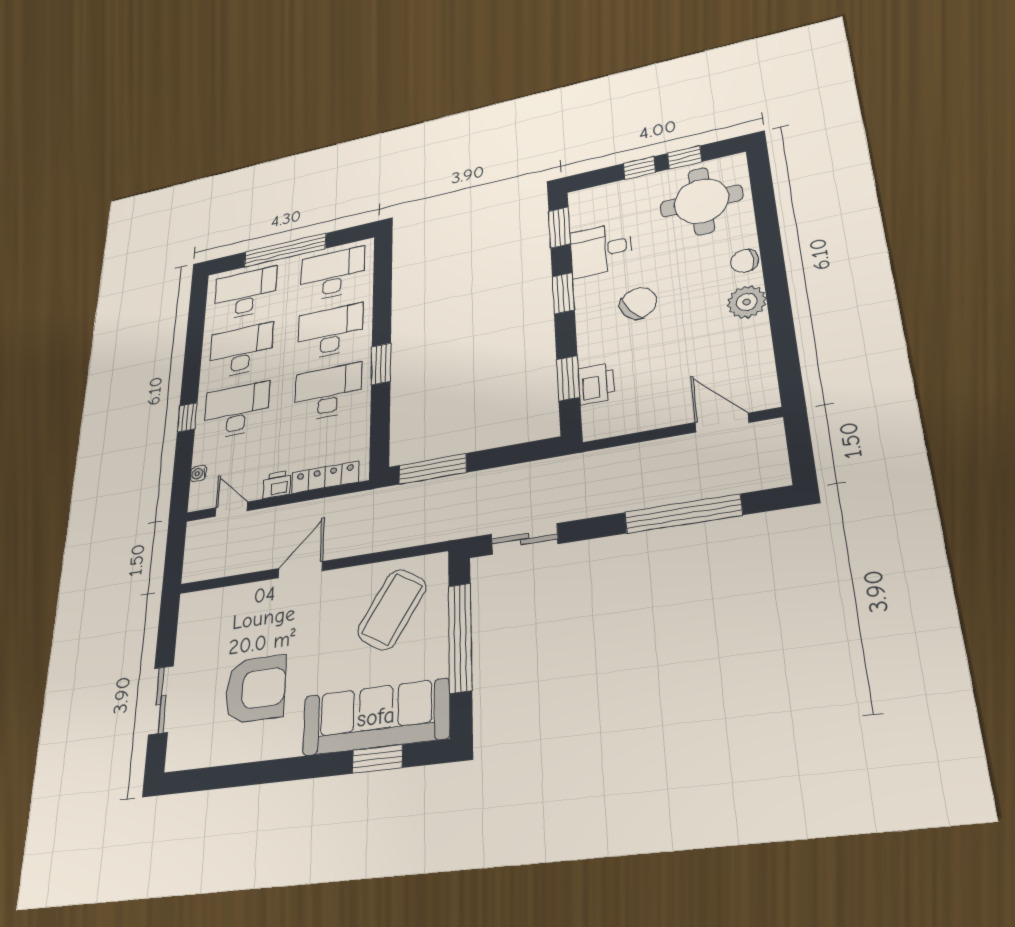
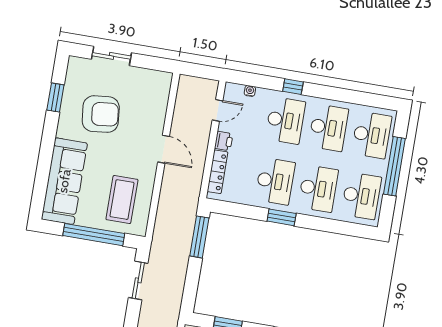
coffee table: (392, 609) -> (122, 200), turned 58
armchair: (255, 689) -> (101, 114), turned -96
window: (377, 759) -> (55, 98), moved

